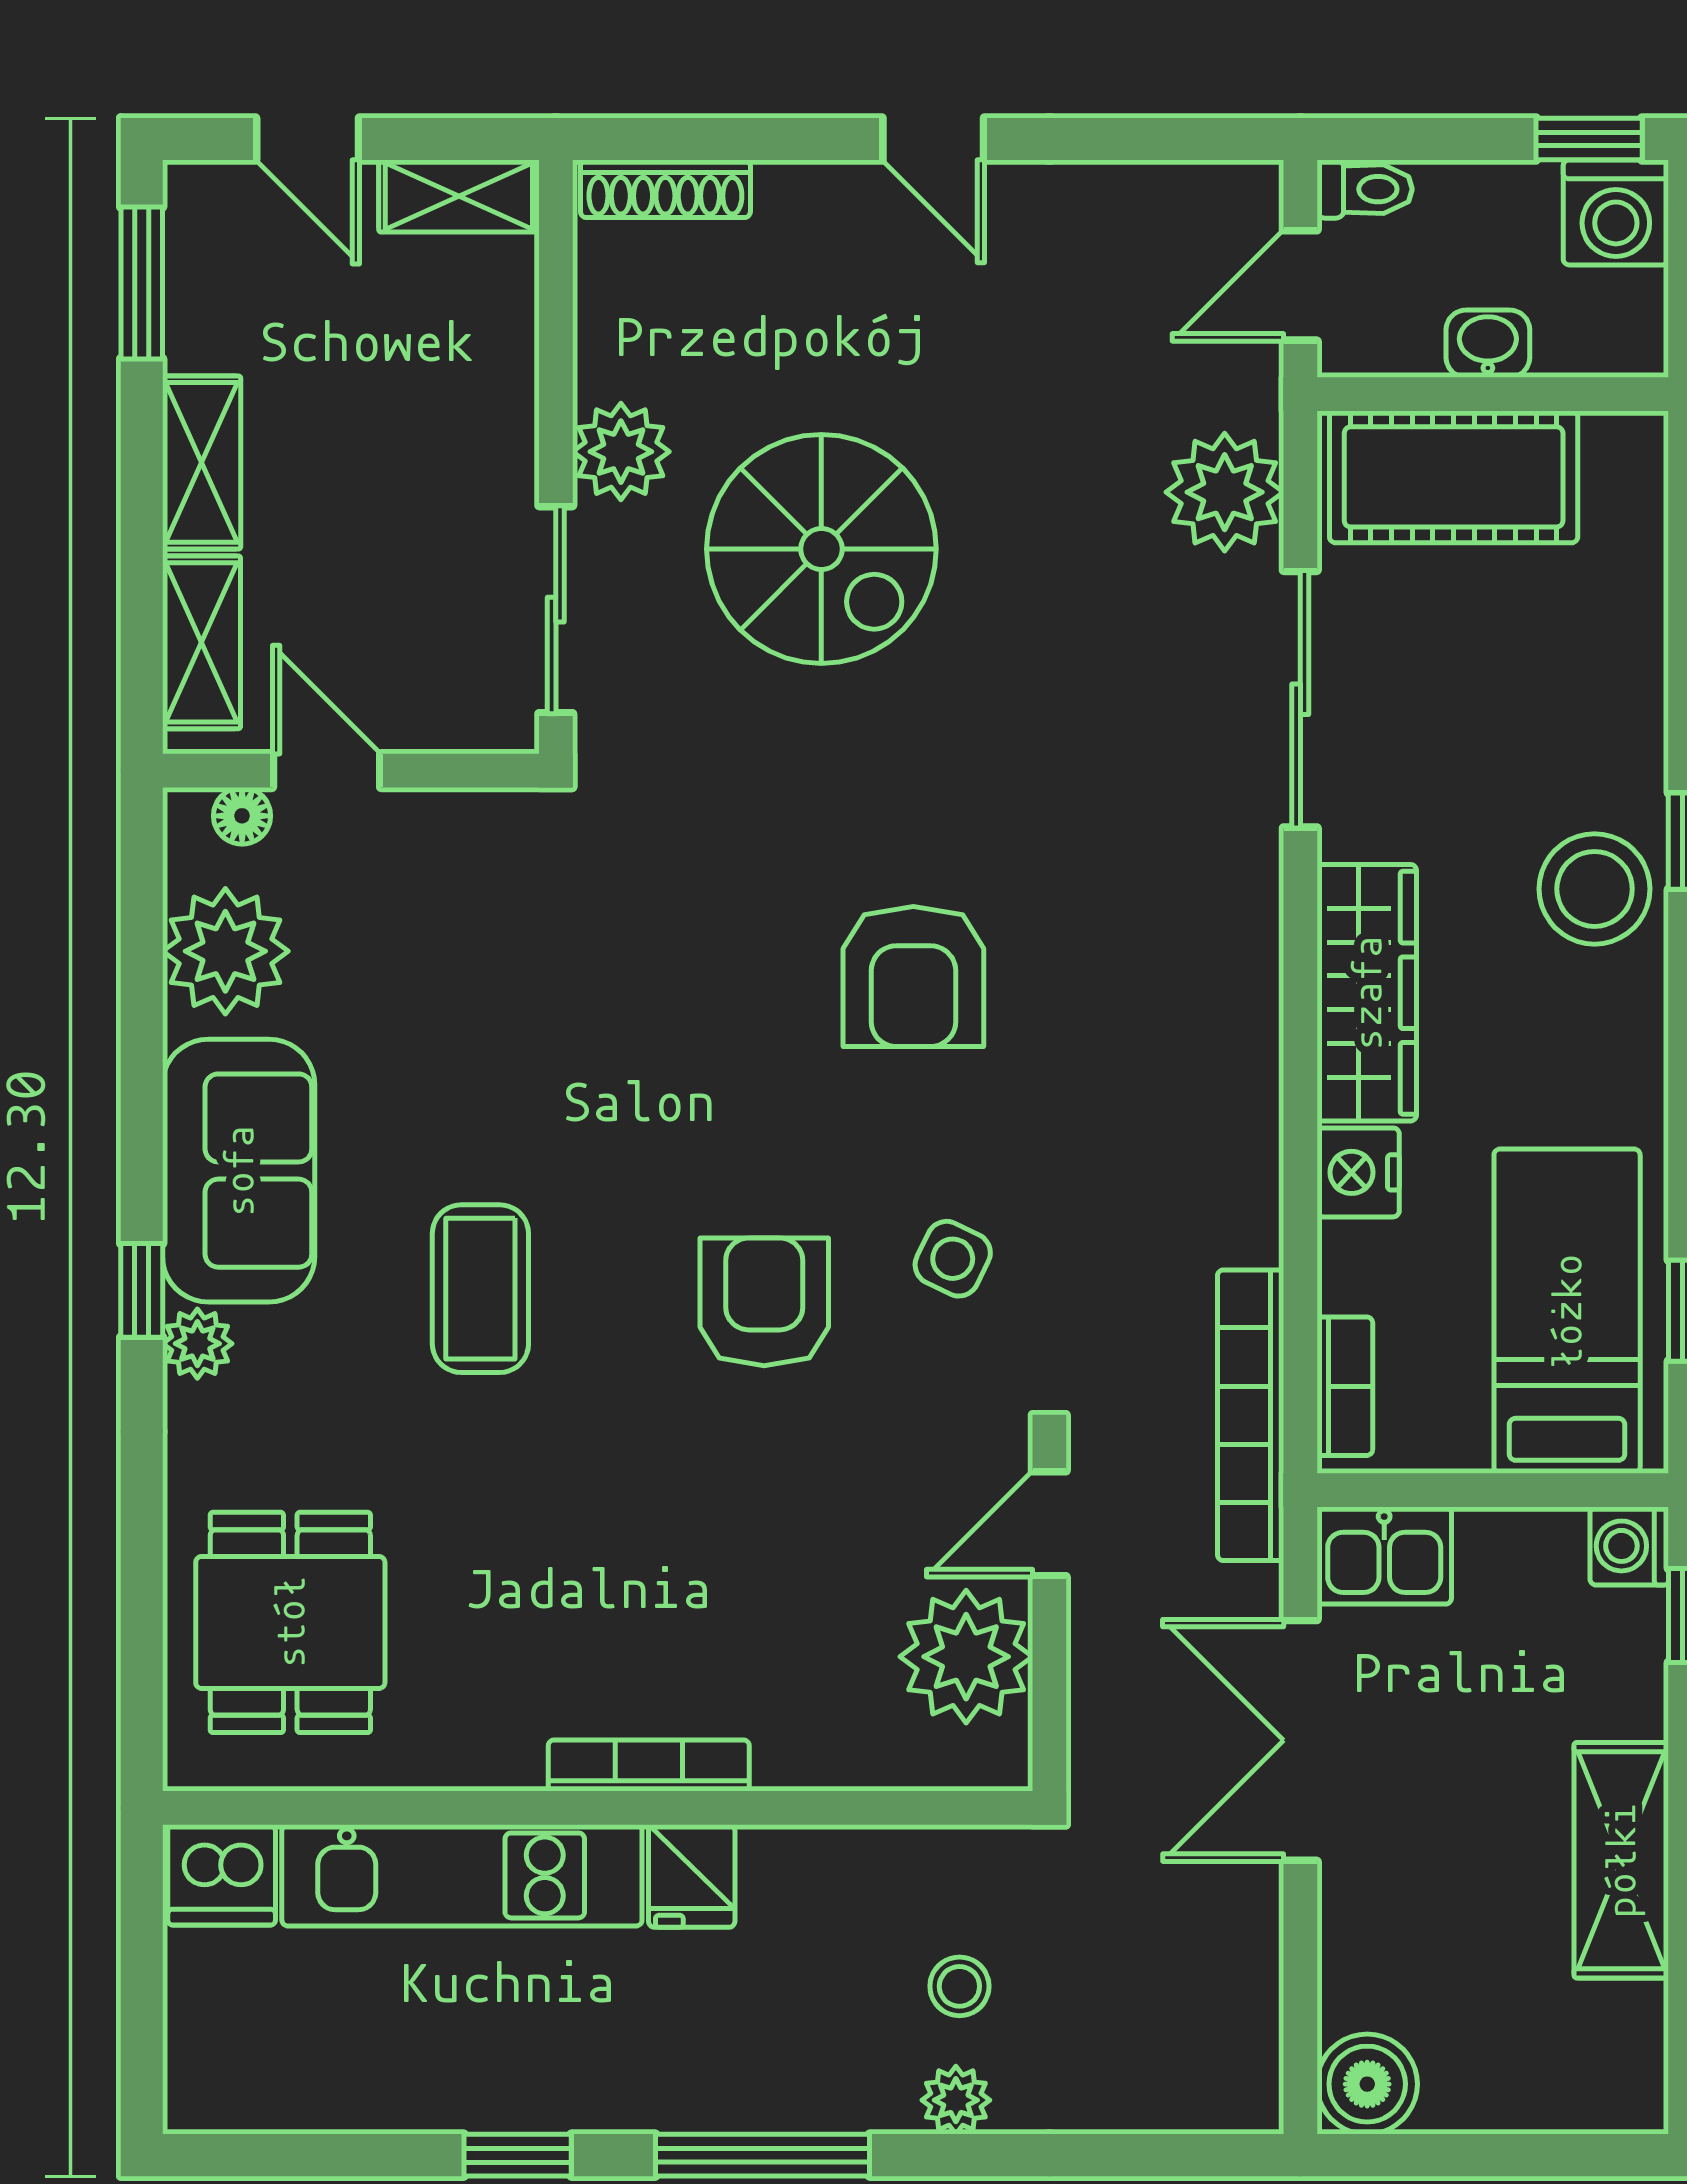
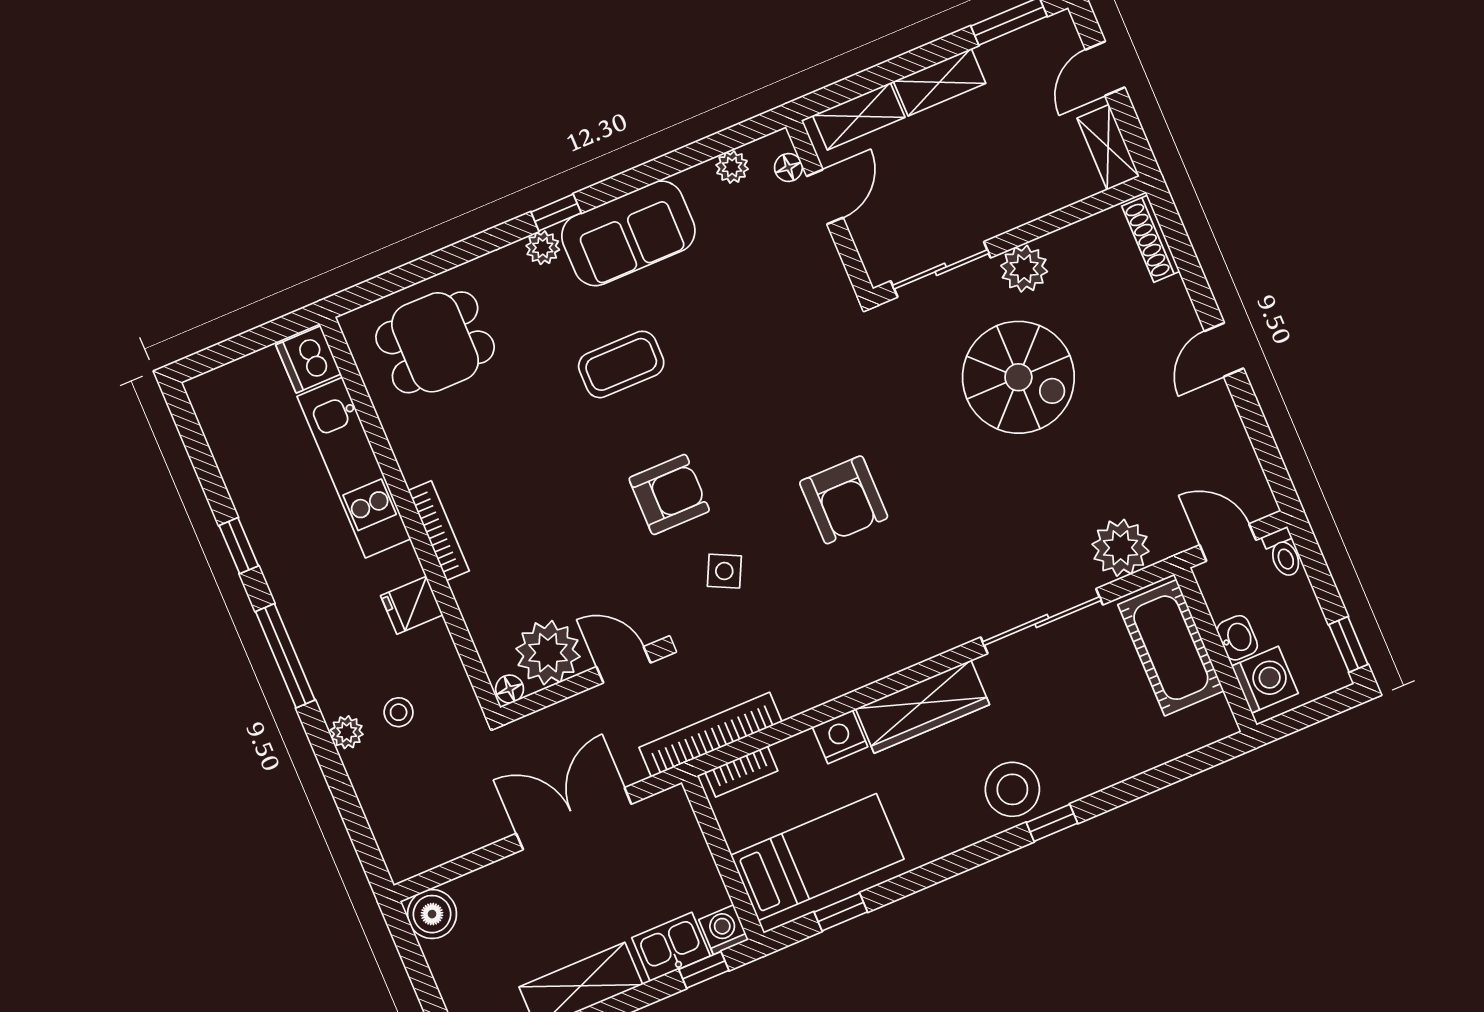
washing machine: (1616, 212) -> (1265, 680), moved, turned 180
spiral stairs: (821, 549) -> (1018, 377), turned -90
plant: (225, 951) -> (732, 167), width x0.53, depth x0.53
armchair: (913, 977) -> (844, 500), turned -90
kitchen sink: (1384, 1556) -> (671, 947), moved, turned 90
floor lamp: (1004, 1758) -> (510, 689), added
fridge: (692, 1876) -> (412, 605), moved

